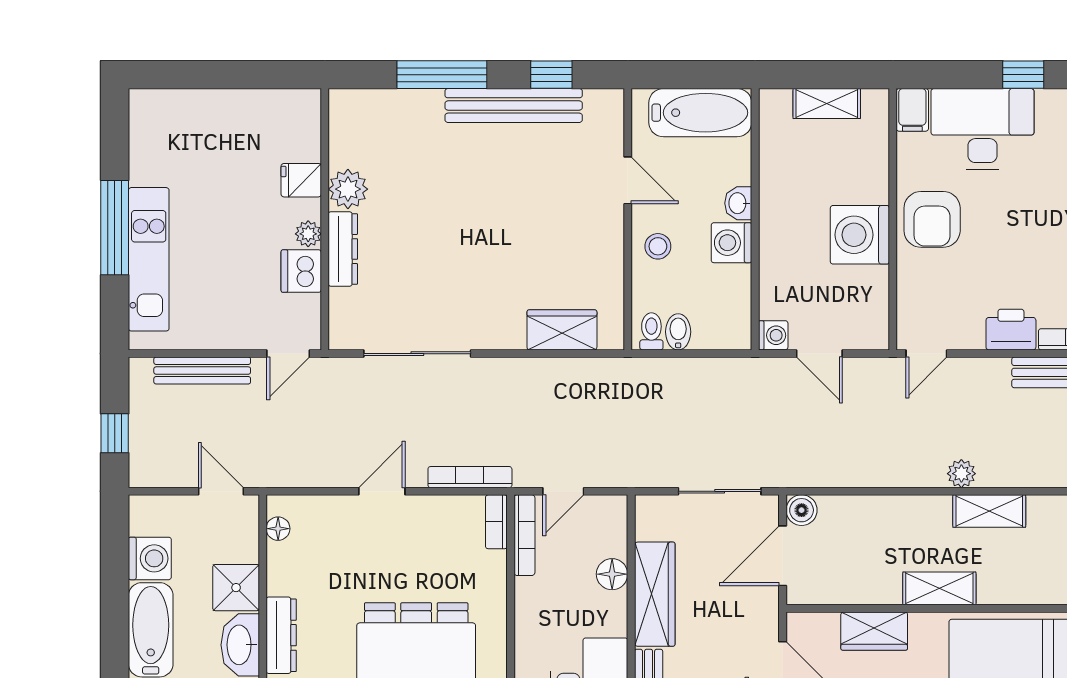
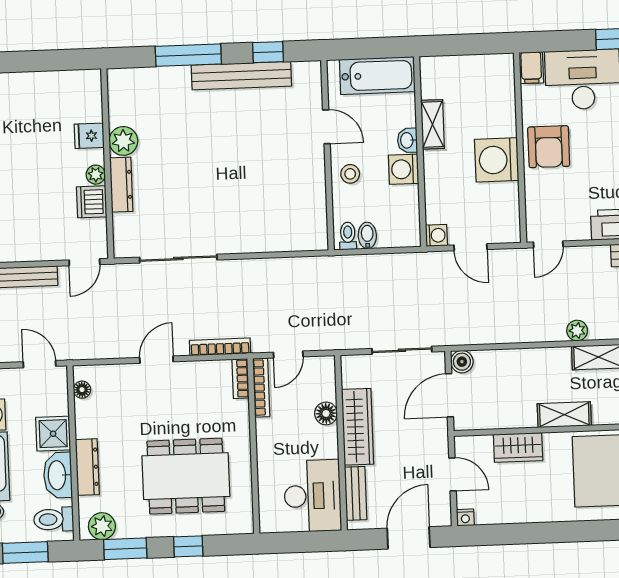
shelving: (827, 104) -> (433, 124), moved, turned 90
wardrobe: (562, 330) -> (283, 237), removed

